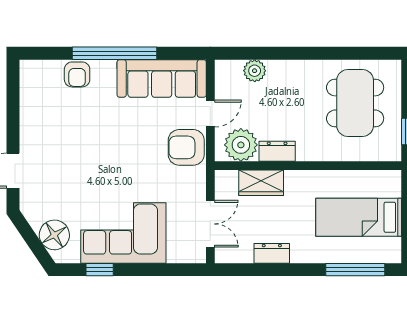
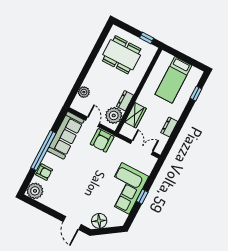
plant: (35, 76) -> (35, 191), added
floor lamp: (54, 235) -> (99, 221), moved
window: (100, 270) -> (142, 197), moved
window: (355, 270) -> (196, 94), width x0.46

